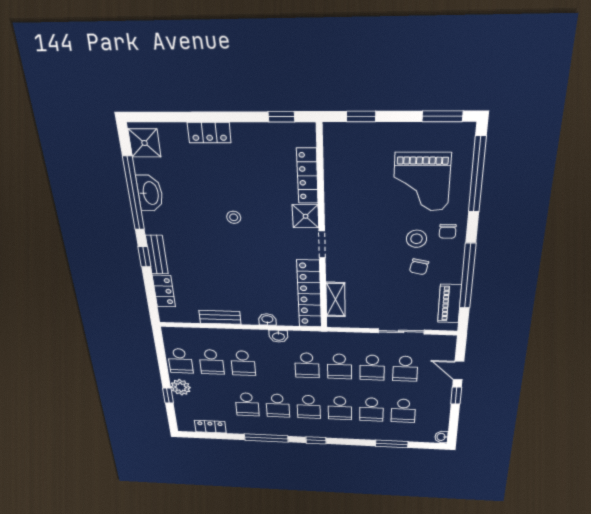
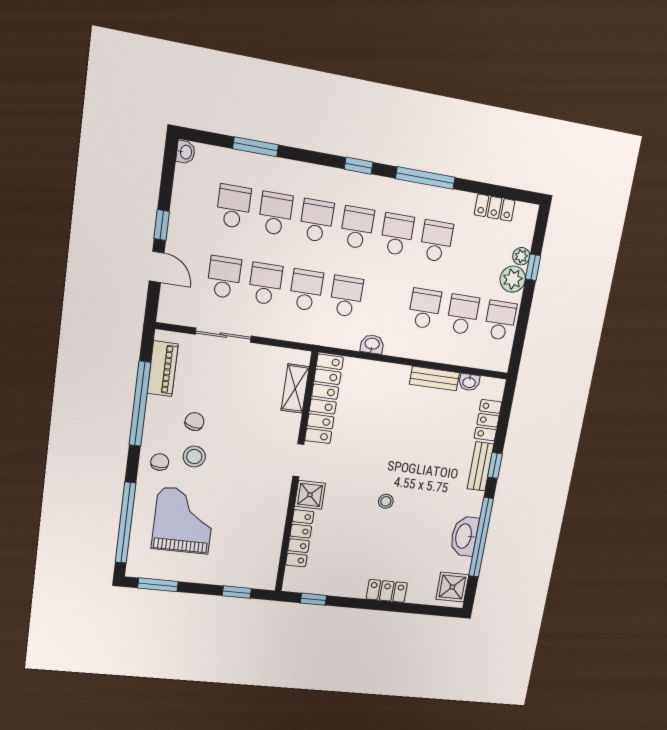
washbasin: (267, 319) -> (469, 382), moved
plant: (180, 401) -> (521, 256), added

